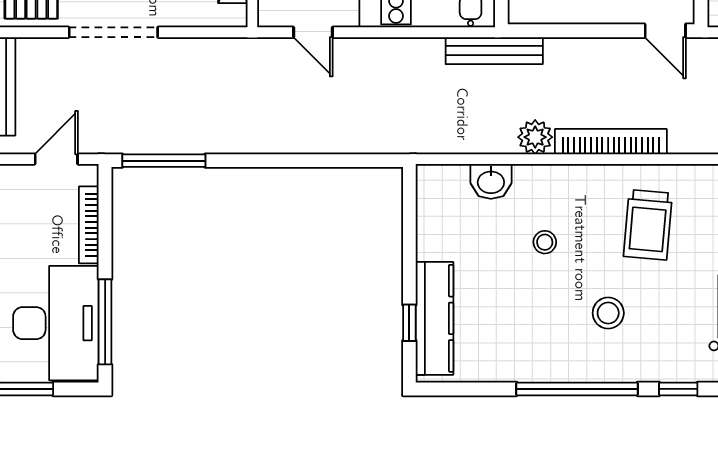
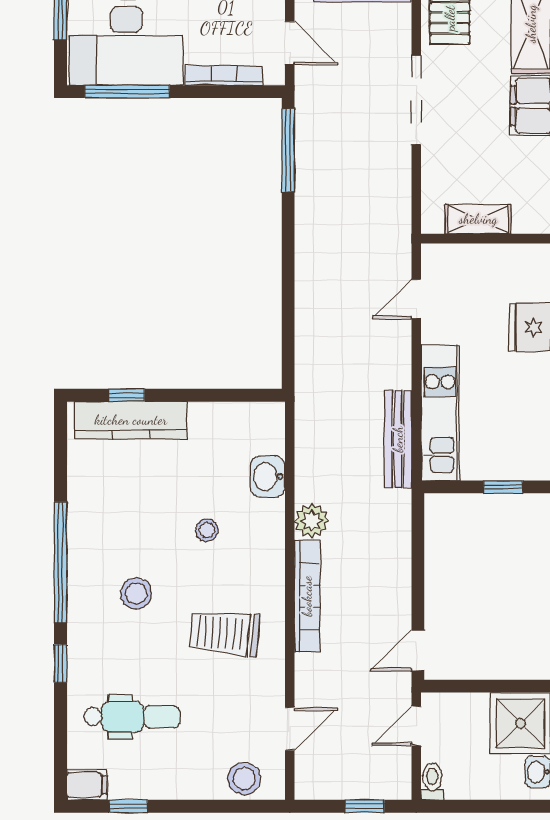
bench: (494, 51) -> (398, 439), moved

